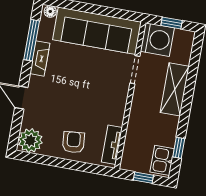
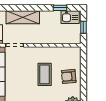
coffee table: (83, 107) -> (45, 74), added
tv unit: (112, 145) -> (66, 51), removed

